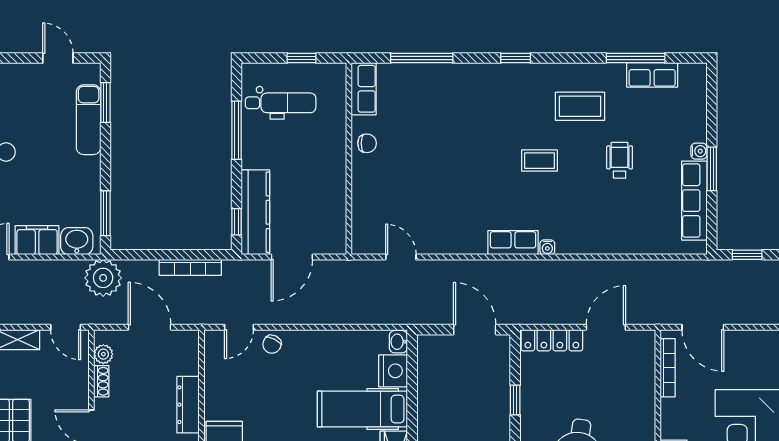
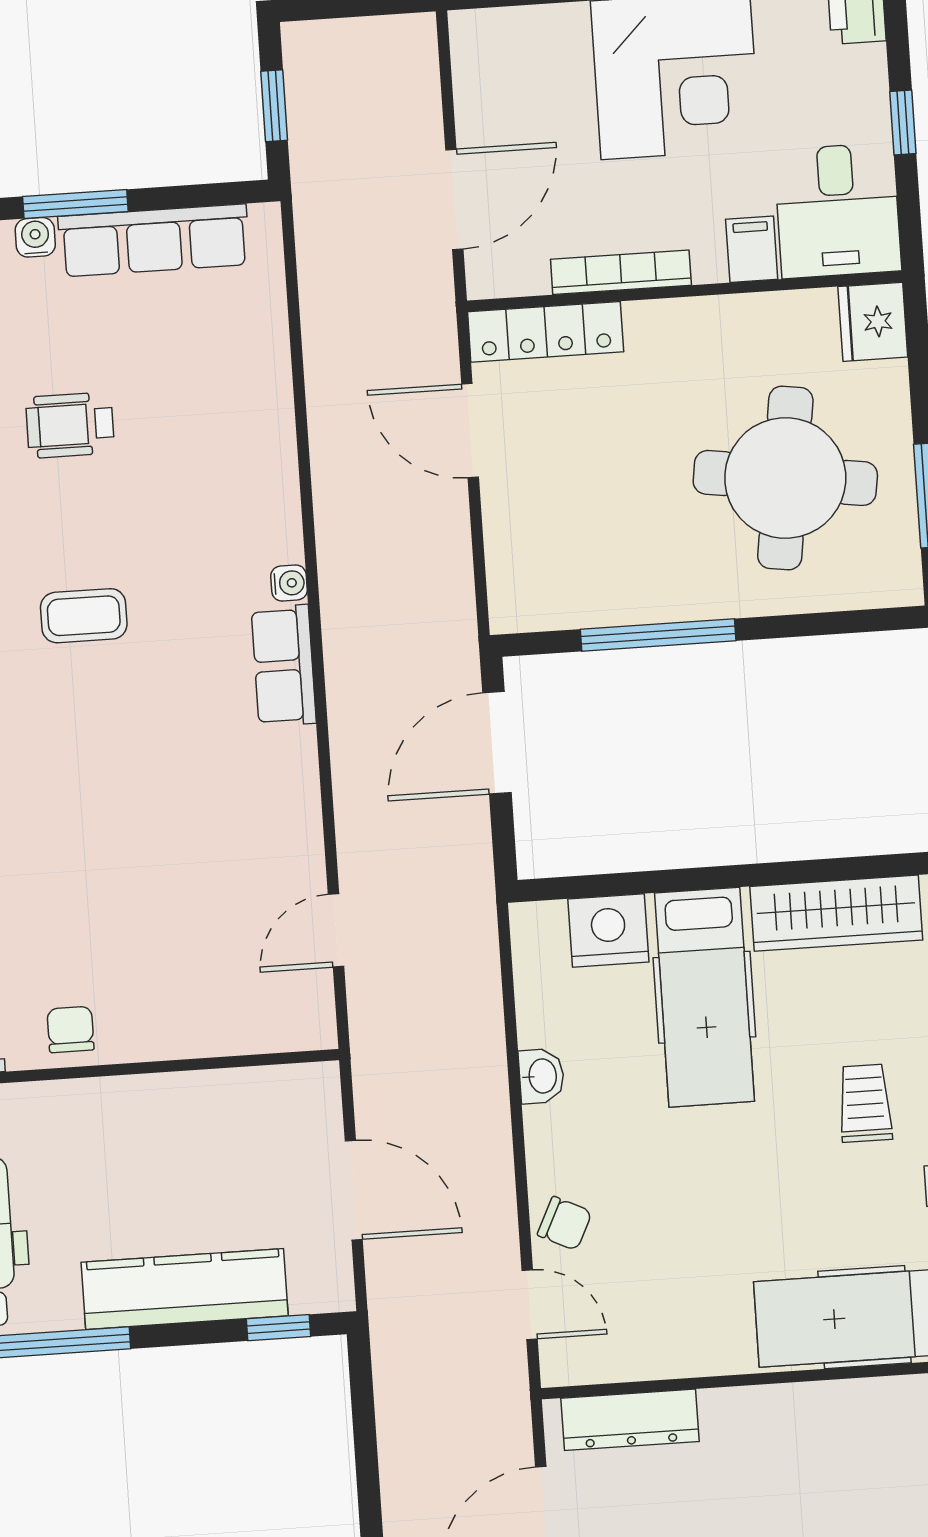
coffee table: (540, 161) -> (84, 616), turned 90
kitchen counter: (255, 212) -> (185, 1289), moved
bookcase: (190, 267) -> (395, 1431), removed
locker: (552, 340) -> (546, 332), moved, turned 90
washbasin: (398, 342) -> (541, 1076), moved, turned -90
bookcase: (668, 368) -> (621, 272), moved
window: (515, 400) -> (658, 635), width x2.17
dresser: (188, 405) -> (630, 1420), moved

